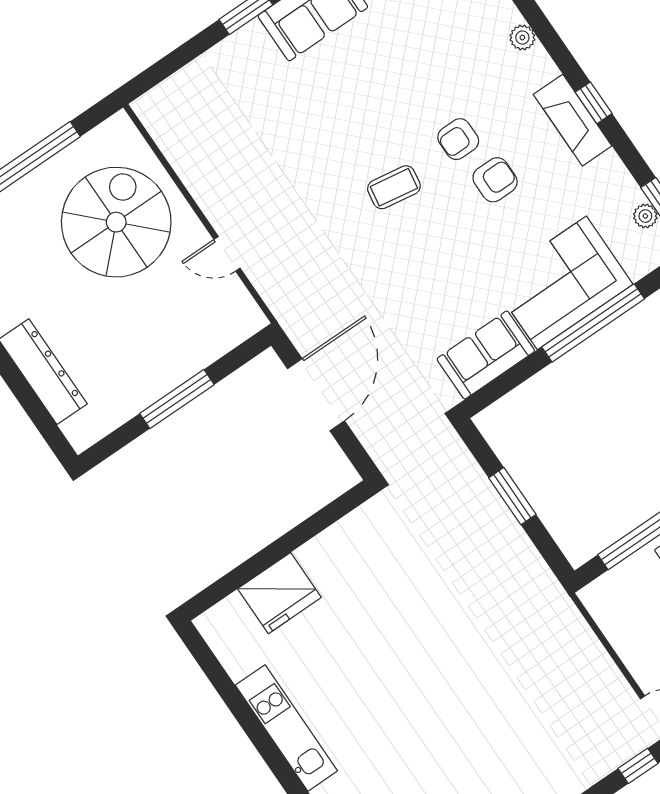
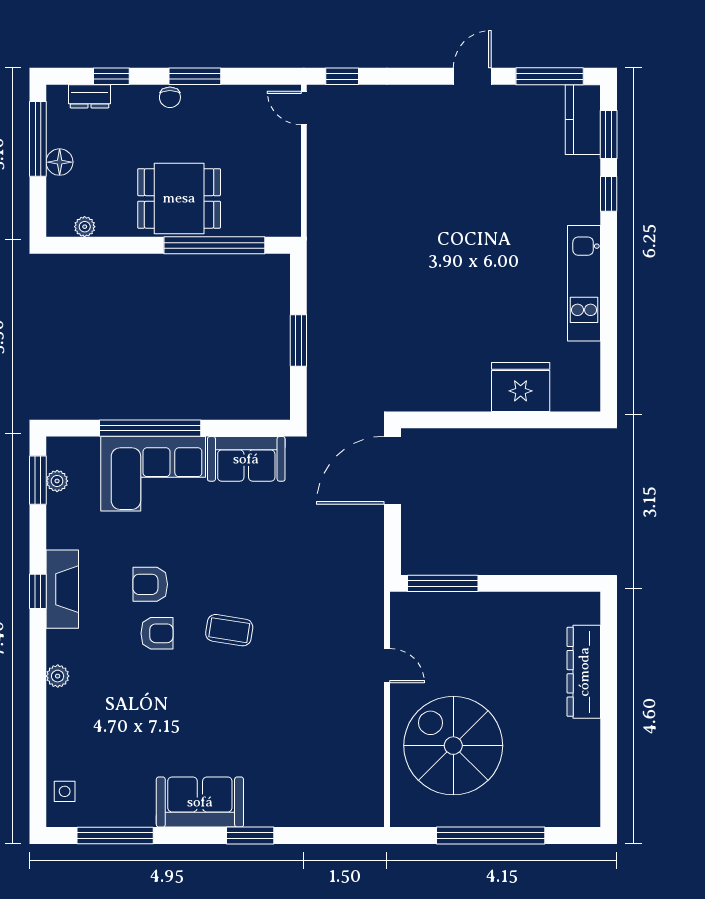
spiral stairs: (116, 222) -> (453, 746), turned 90
door: (316, 395) -> (393, 470), moved
window: (177, 399) -> (443, 583), moved

